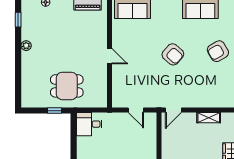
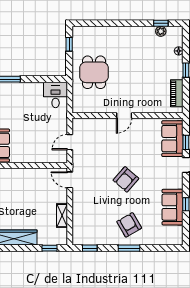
plant: (26, 46) -> (161, 31), moved
window: (55, 111) -> (69, 44), moved

